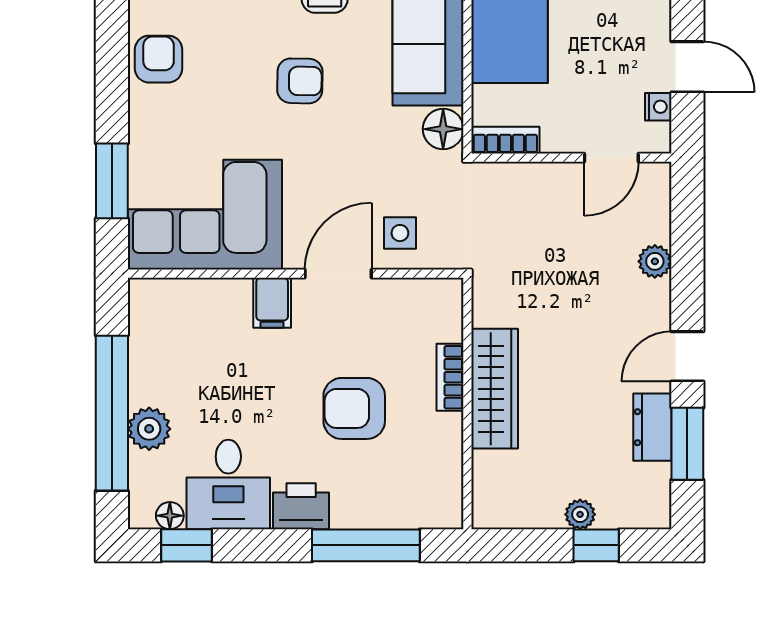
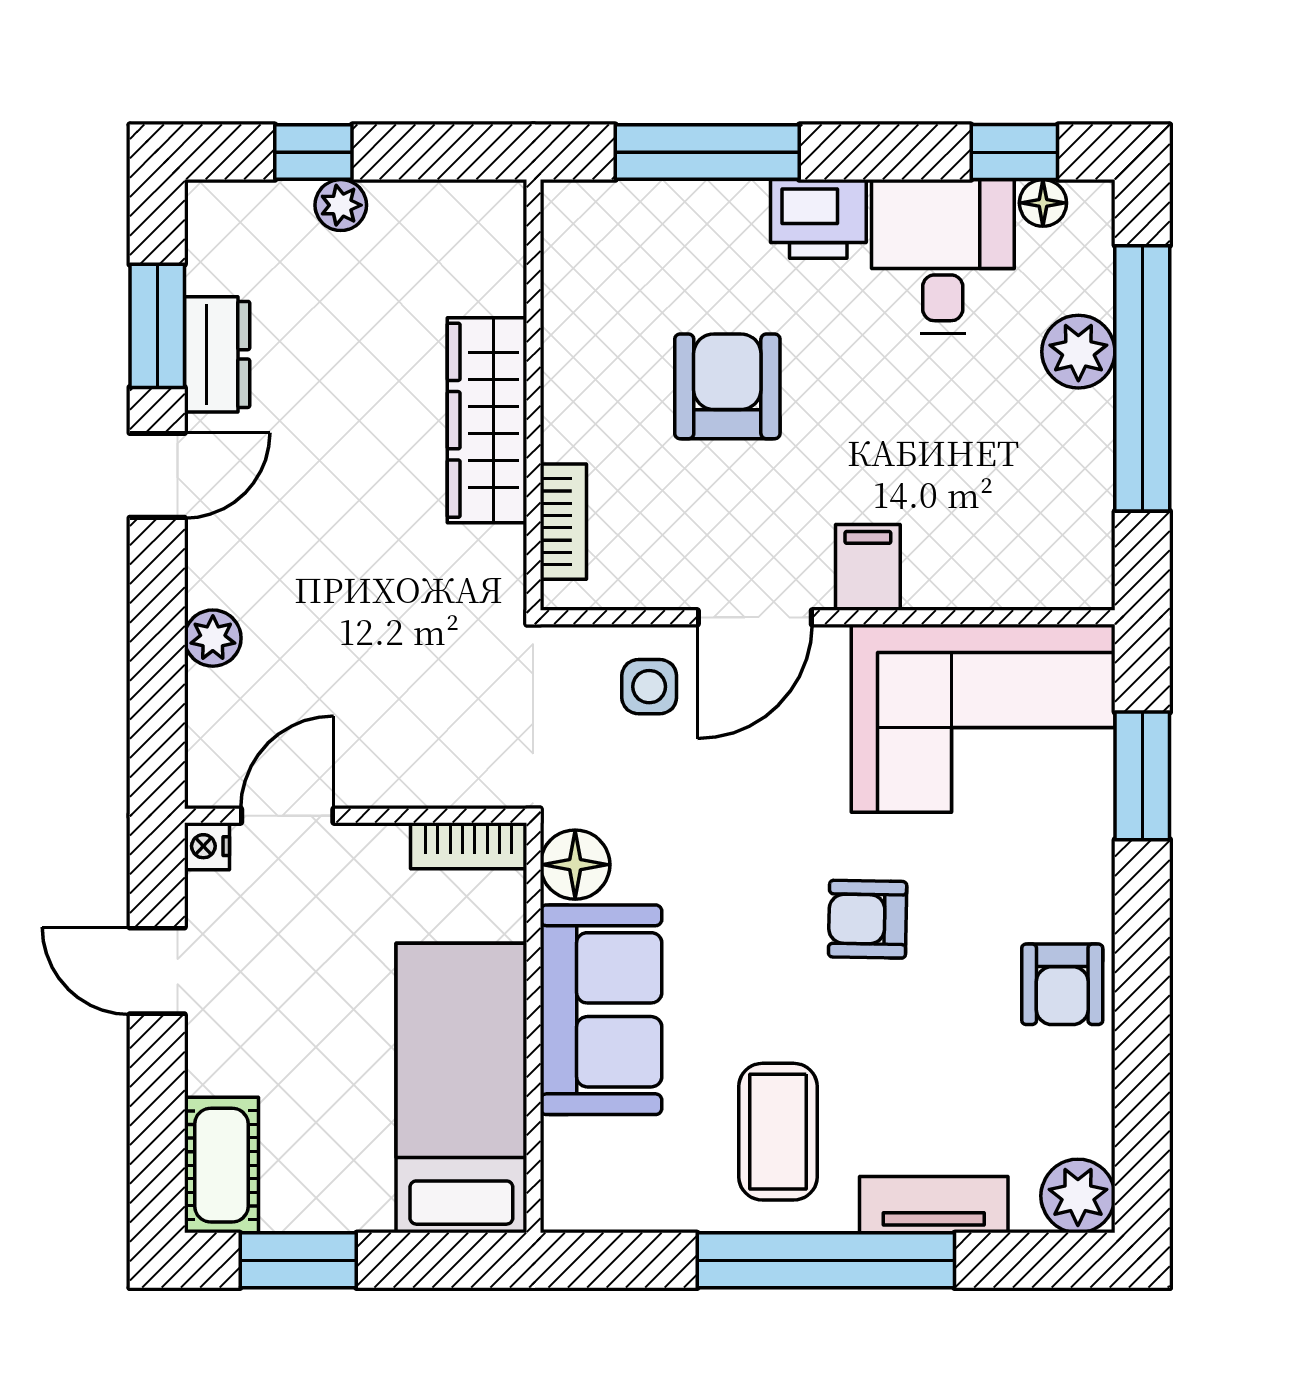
armchair: (300, 81) -> (868, 919), moved
nightstand: (658, 107) -> (207, 846), moved
bookcase: (450, 377) -> (563, 522), moved
armchair: (354, 408) -> (727, 386), turned -90

